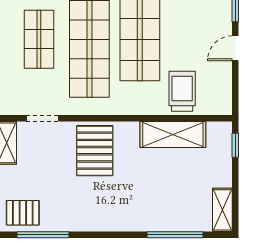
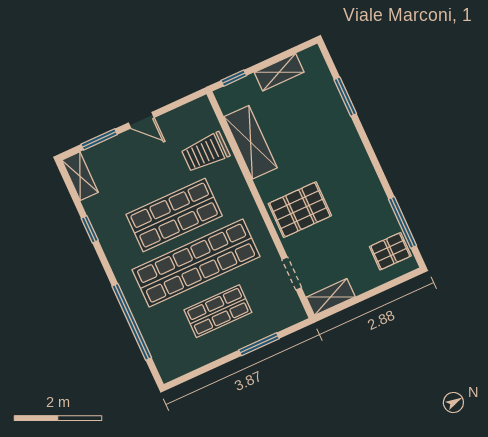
shelving: (222, 210) -> (279, 72), moved
pallet: (23, 213) -> (390, 251), turned 90
window: (175, 235) -> (345, 97), width x0.69

